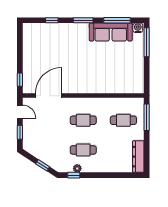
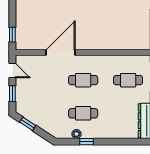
door: (49, 96) -> (61, 53), moved
window: (43, 165) -> (28, 124), moved
window: (74, 175) -> (86, 142), moved

